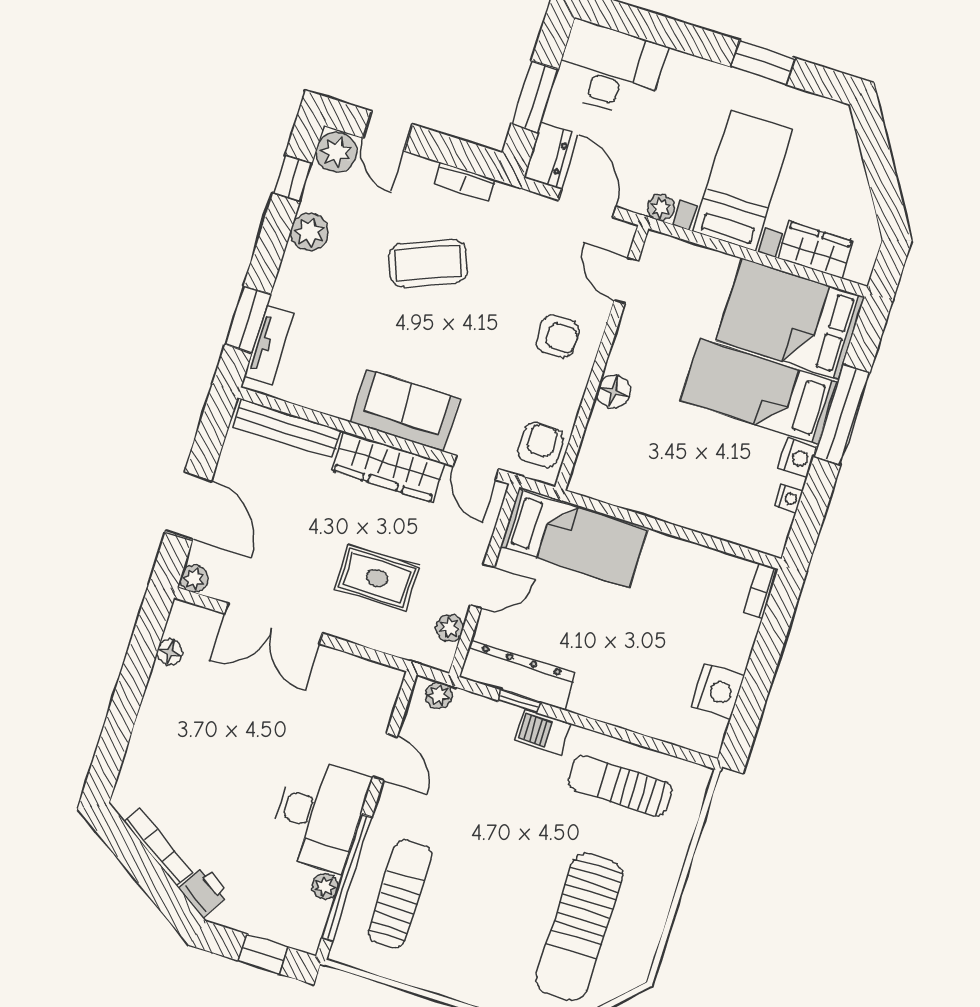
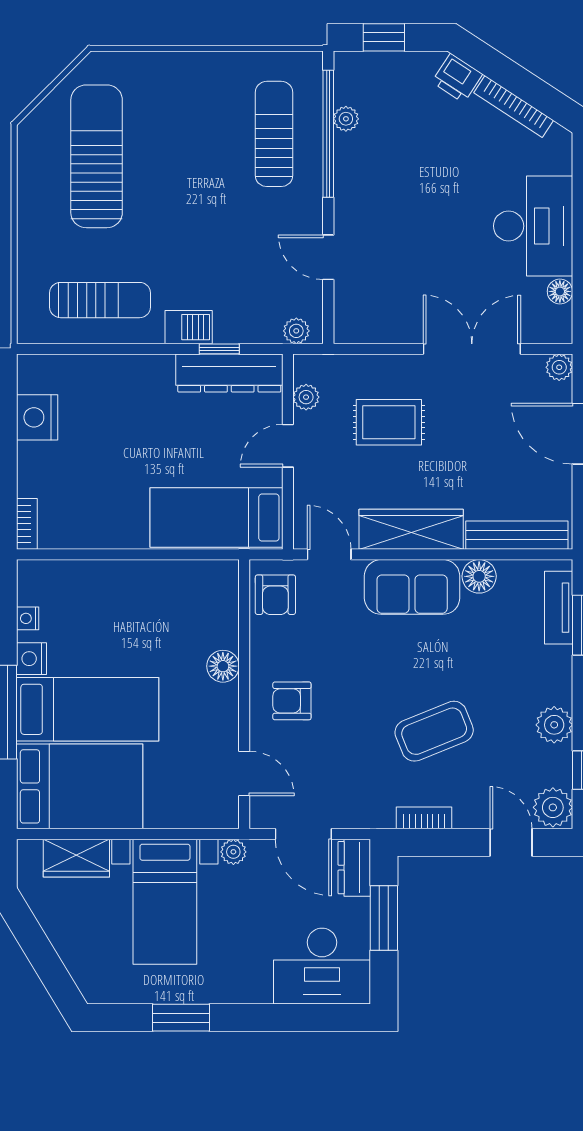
floor lamp: (337, 400) -> (479, 576), added
desk: (319, 814) -> (533, 226), moved, turned 180
sun lounger: (400, 894) -> (274, 134), turned 180

